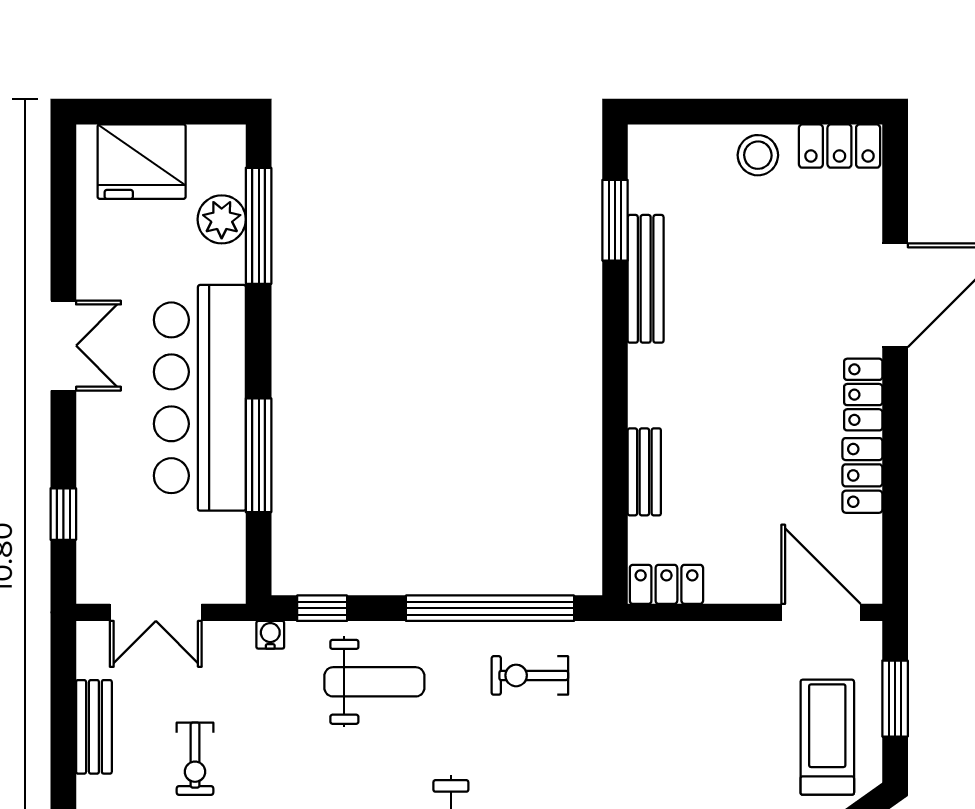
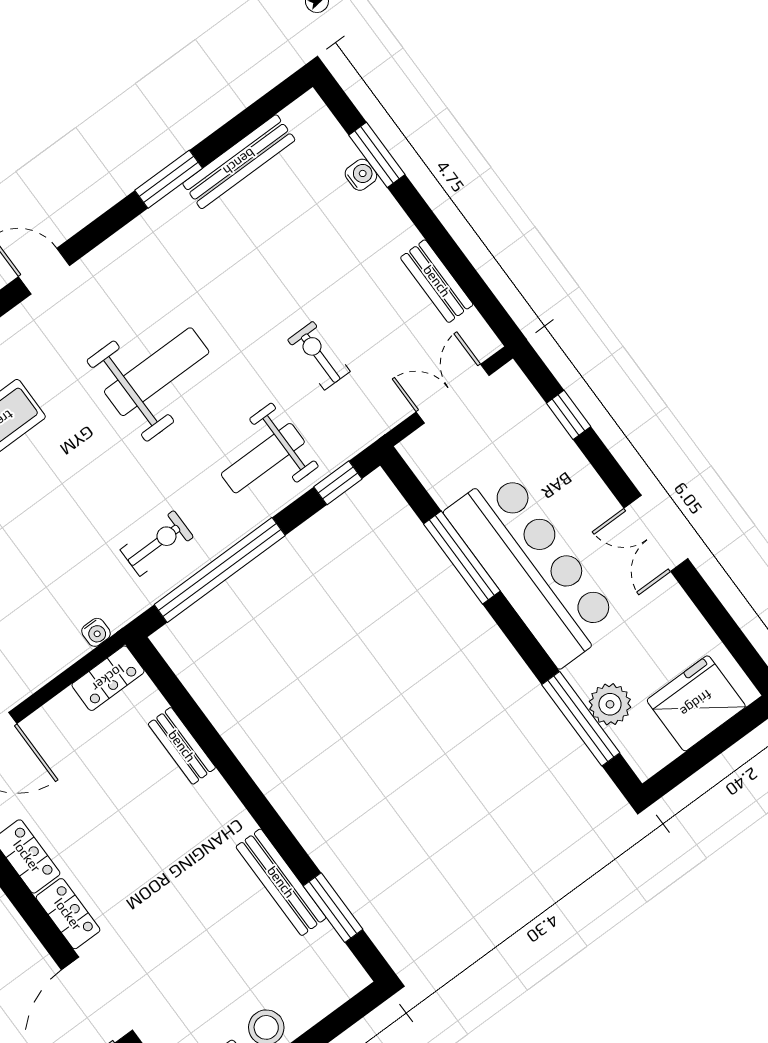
water cooler: (270, 635) -> (96, 632), moved
exercise bike: (195, 759) -> (319, 356), moved

